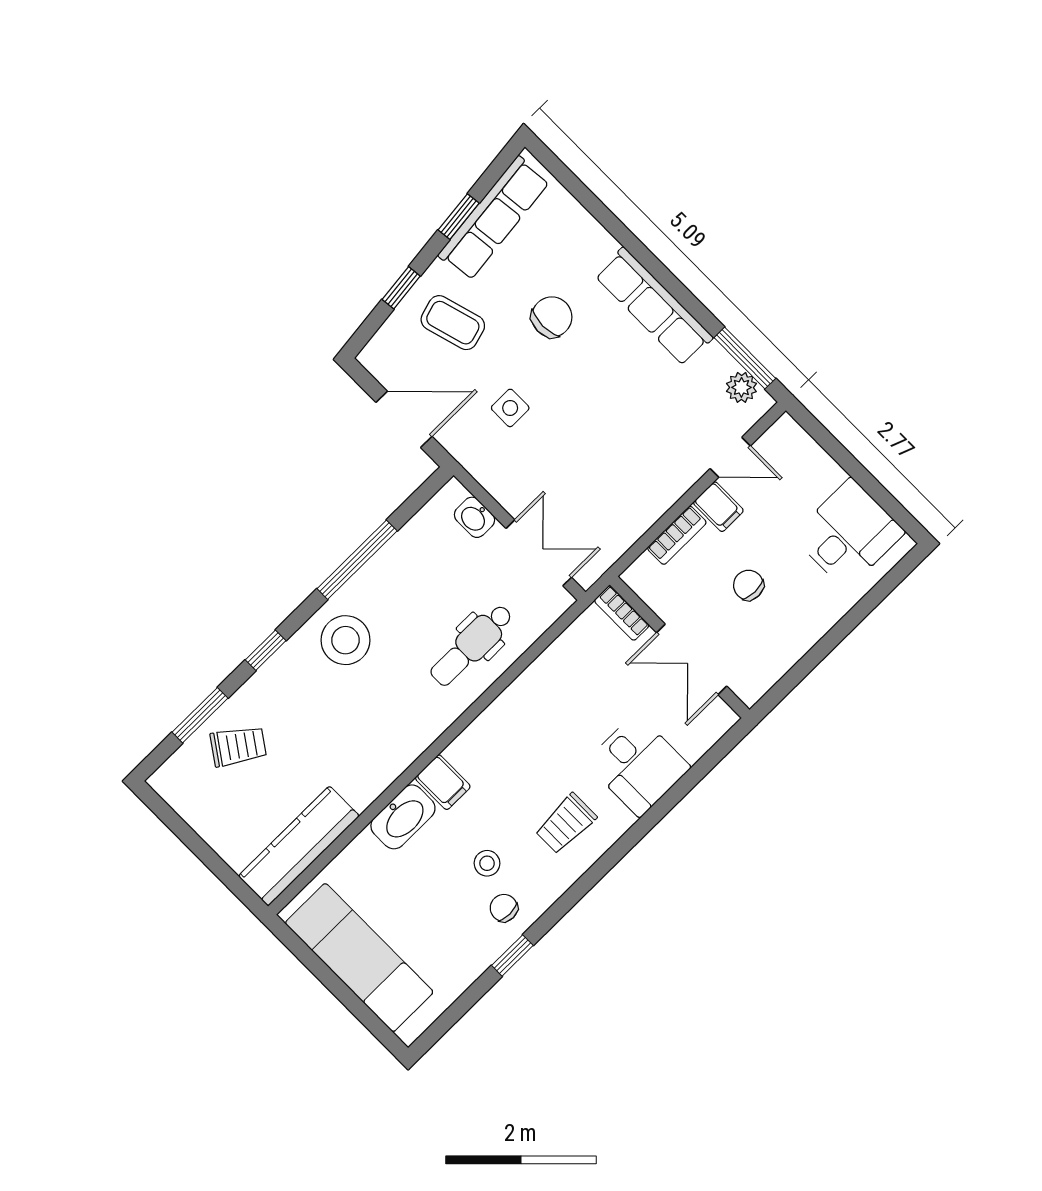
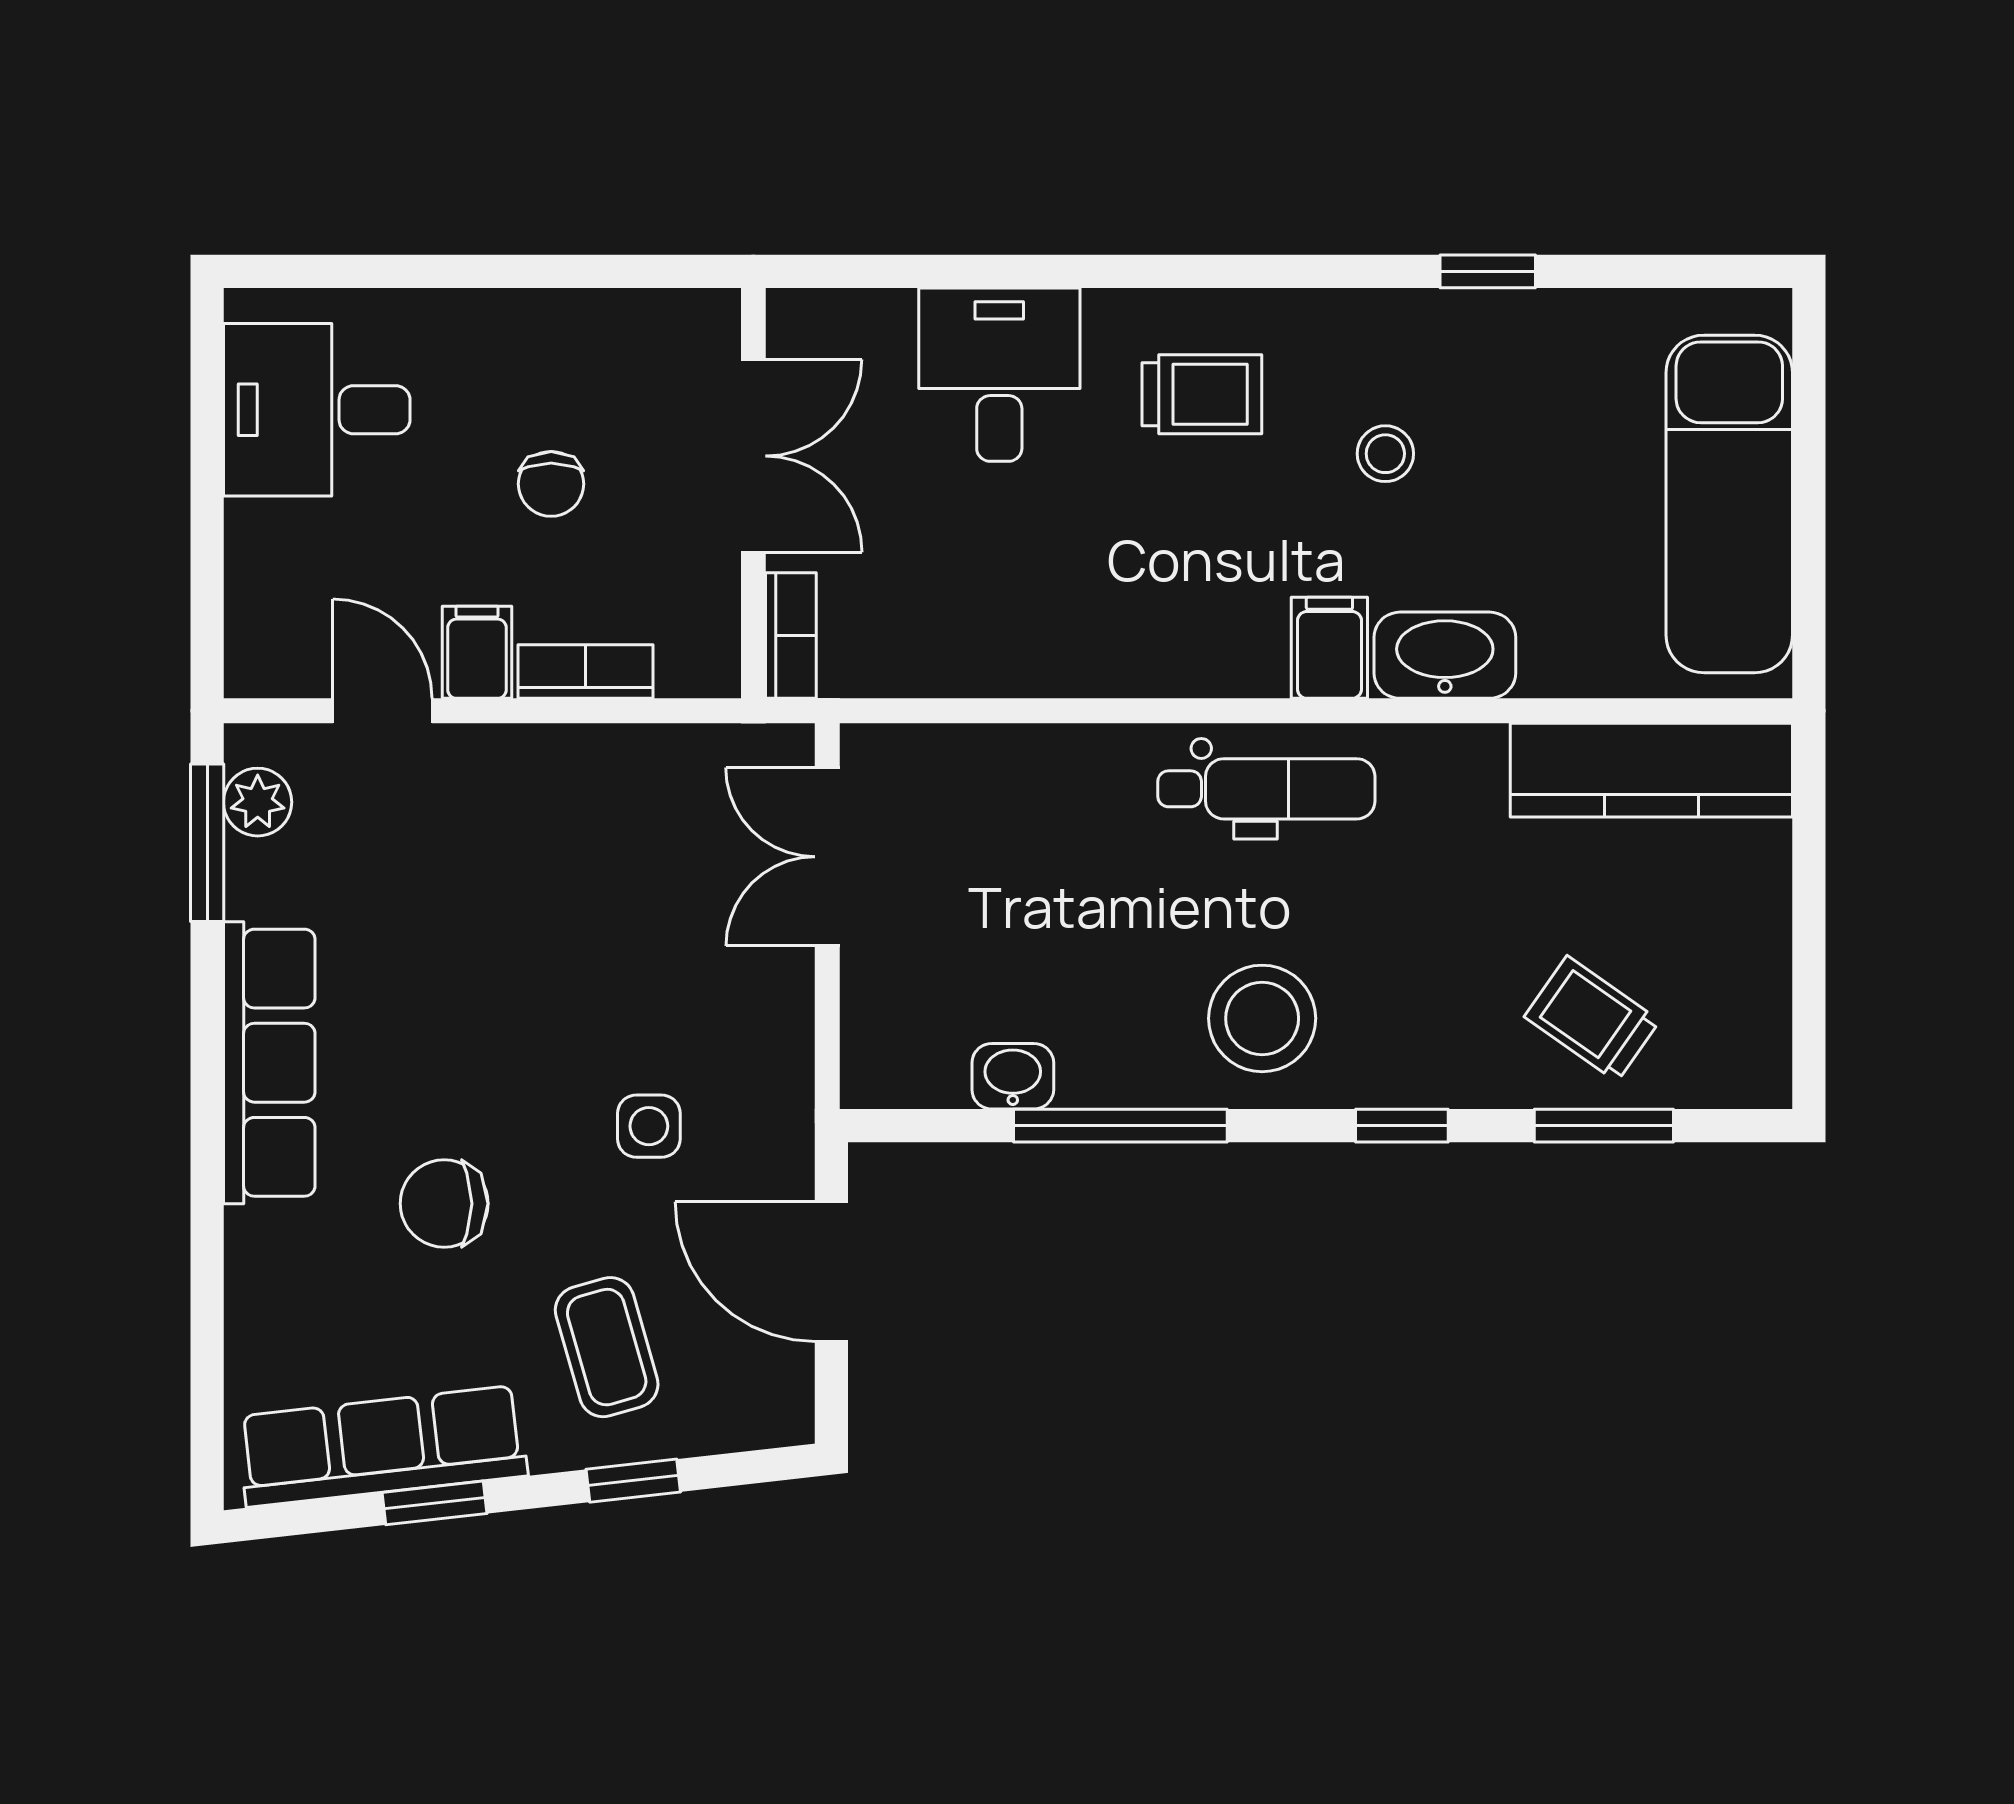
washbasin: (474, 517) -> (1013, 1076), moved, turned -90
dental chair: (472, 645) -> (1266, 789), moved
chair: (504, 908) -> (1428, 358), removed

